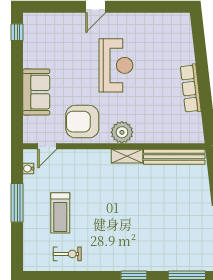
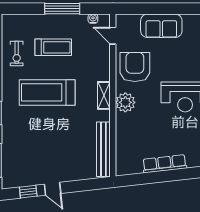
shelving: (127, 156) -> (104, 95), moved
treadmill: (60, 213) -> (53, 47), turned 180
treadmill: (111, 220) -> (47, 92), added

